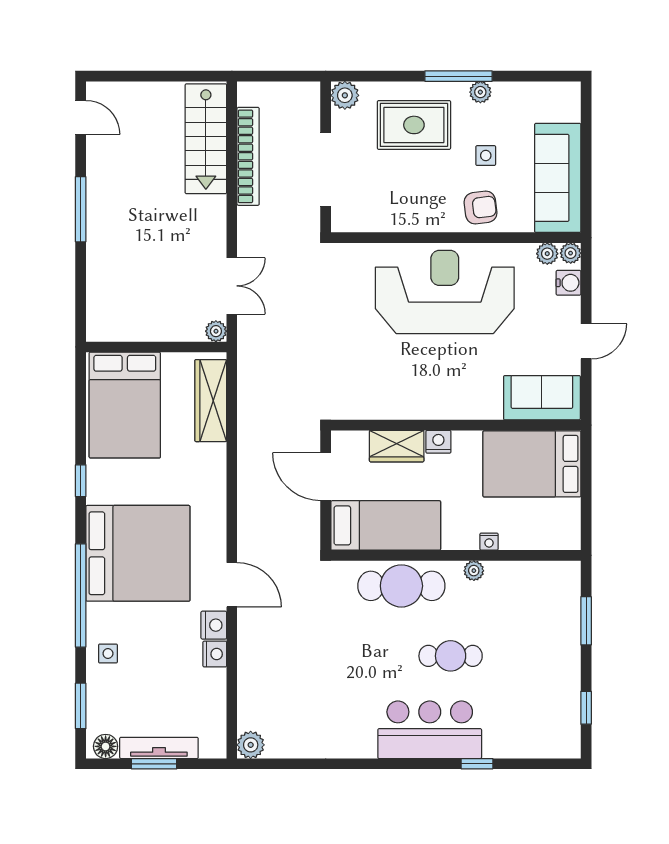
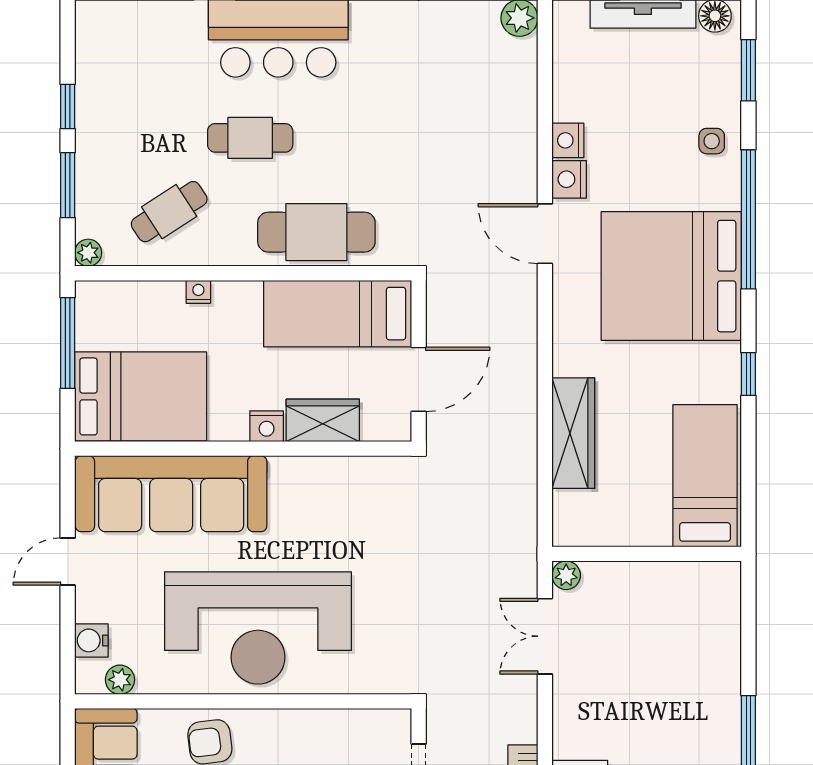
plant: (571, 253) -> (89, 680), removed
sofa: (542, 398) -> (171, 494), width x1.85, depth x1.27
wardrobe: (211, 401) -> (573, 433), moved
bed: (125, 405) -> (705, 476), width x0.67
door: (326, 477) -> (419, 379), hinge flipped
window: (586, 504) -> (68, 343), added
plant: (474, 571) -> (88, 253), moved
cafe table: (511, 601) -> (169, 212), added
window: (586, 708) -> (68, 106), moved

